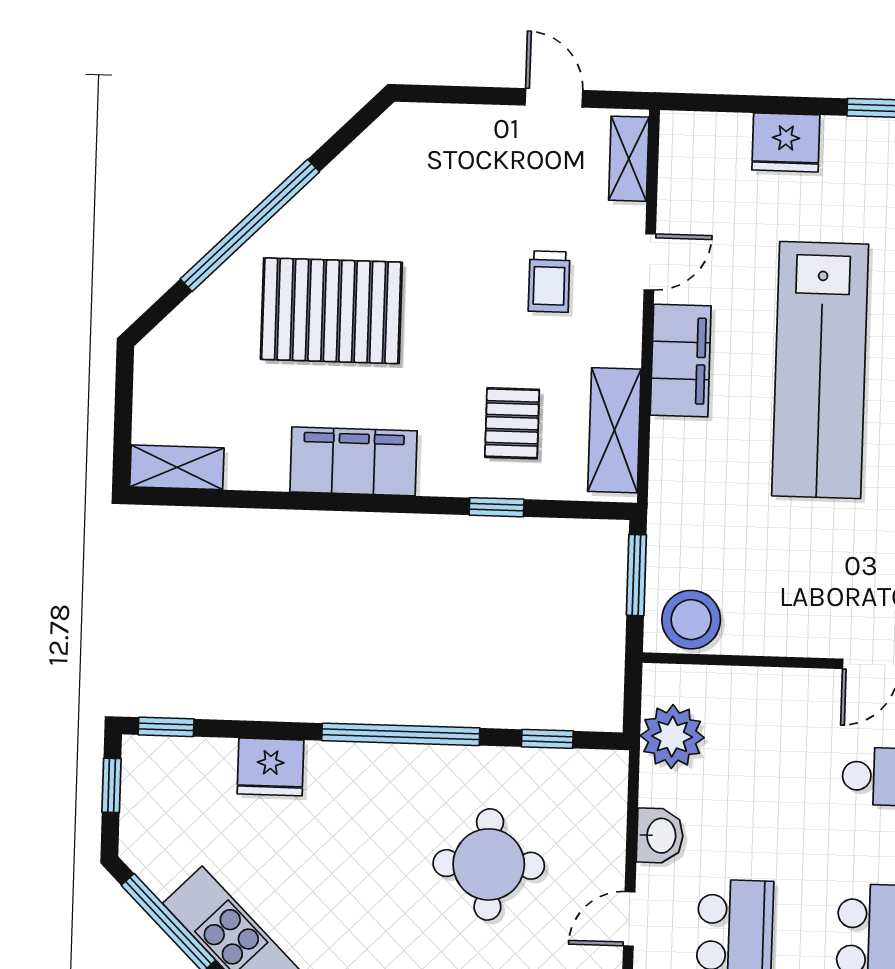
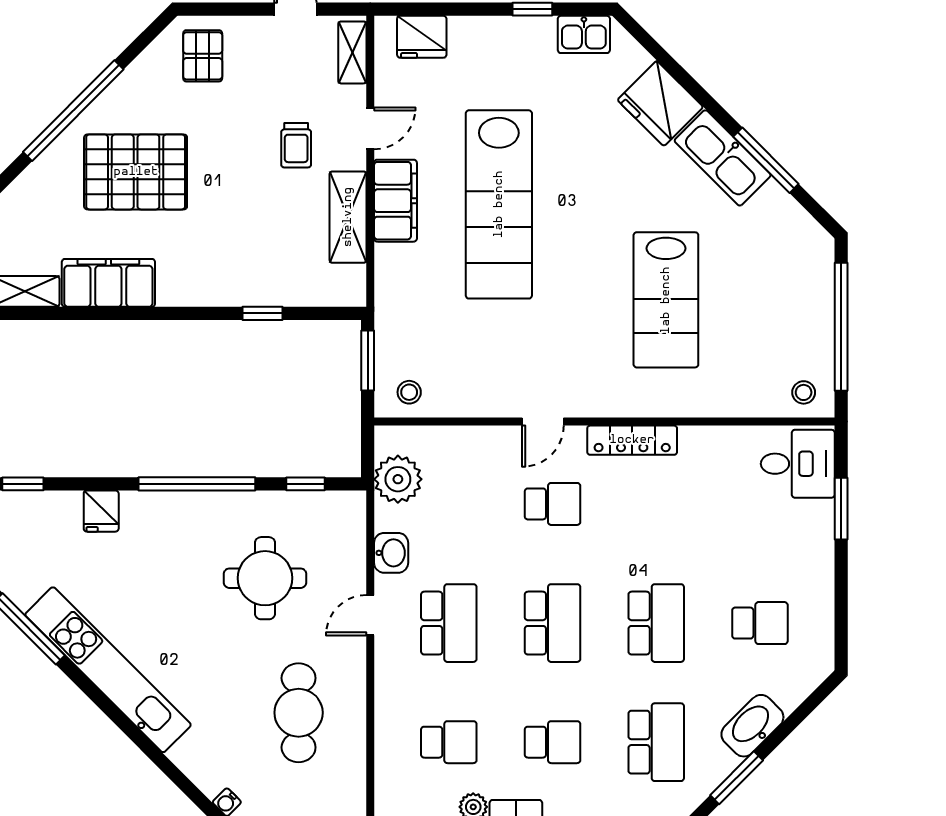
fridge: (786, 142) -> (422, 37), moved
pallet: (512, 423) -> (203, 56), moved
shelving: (614, 430) -> (348, 217), moved
filing cabinet: (354, 461) -> (108, 283), moved
stool: (691, 620) -> (409, 392), width x0.53, depth x0.53
fridge: (270, 767) -> (101, 511), width x0.72

